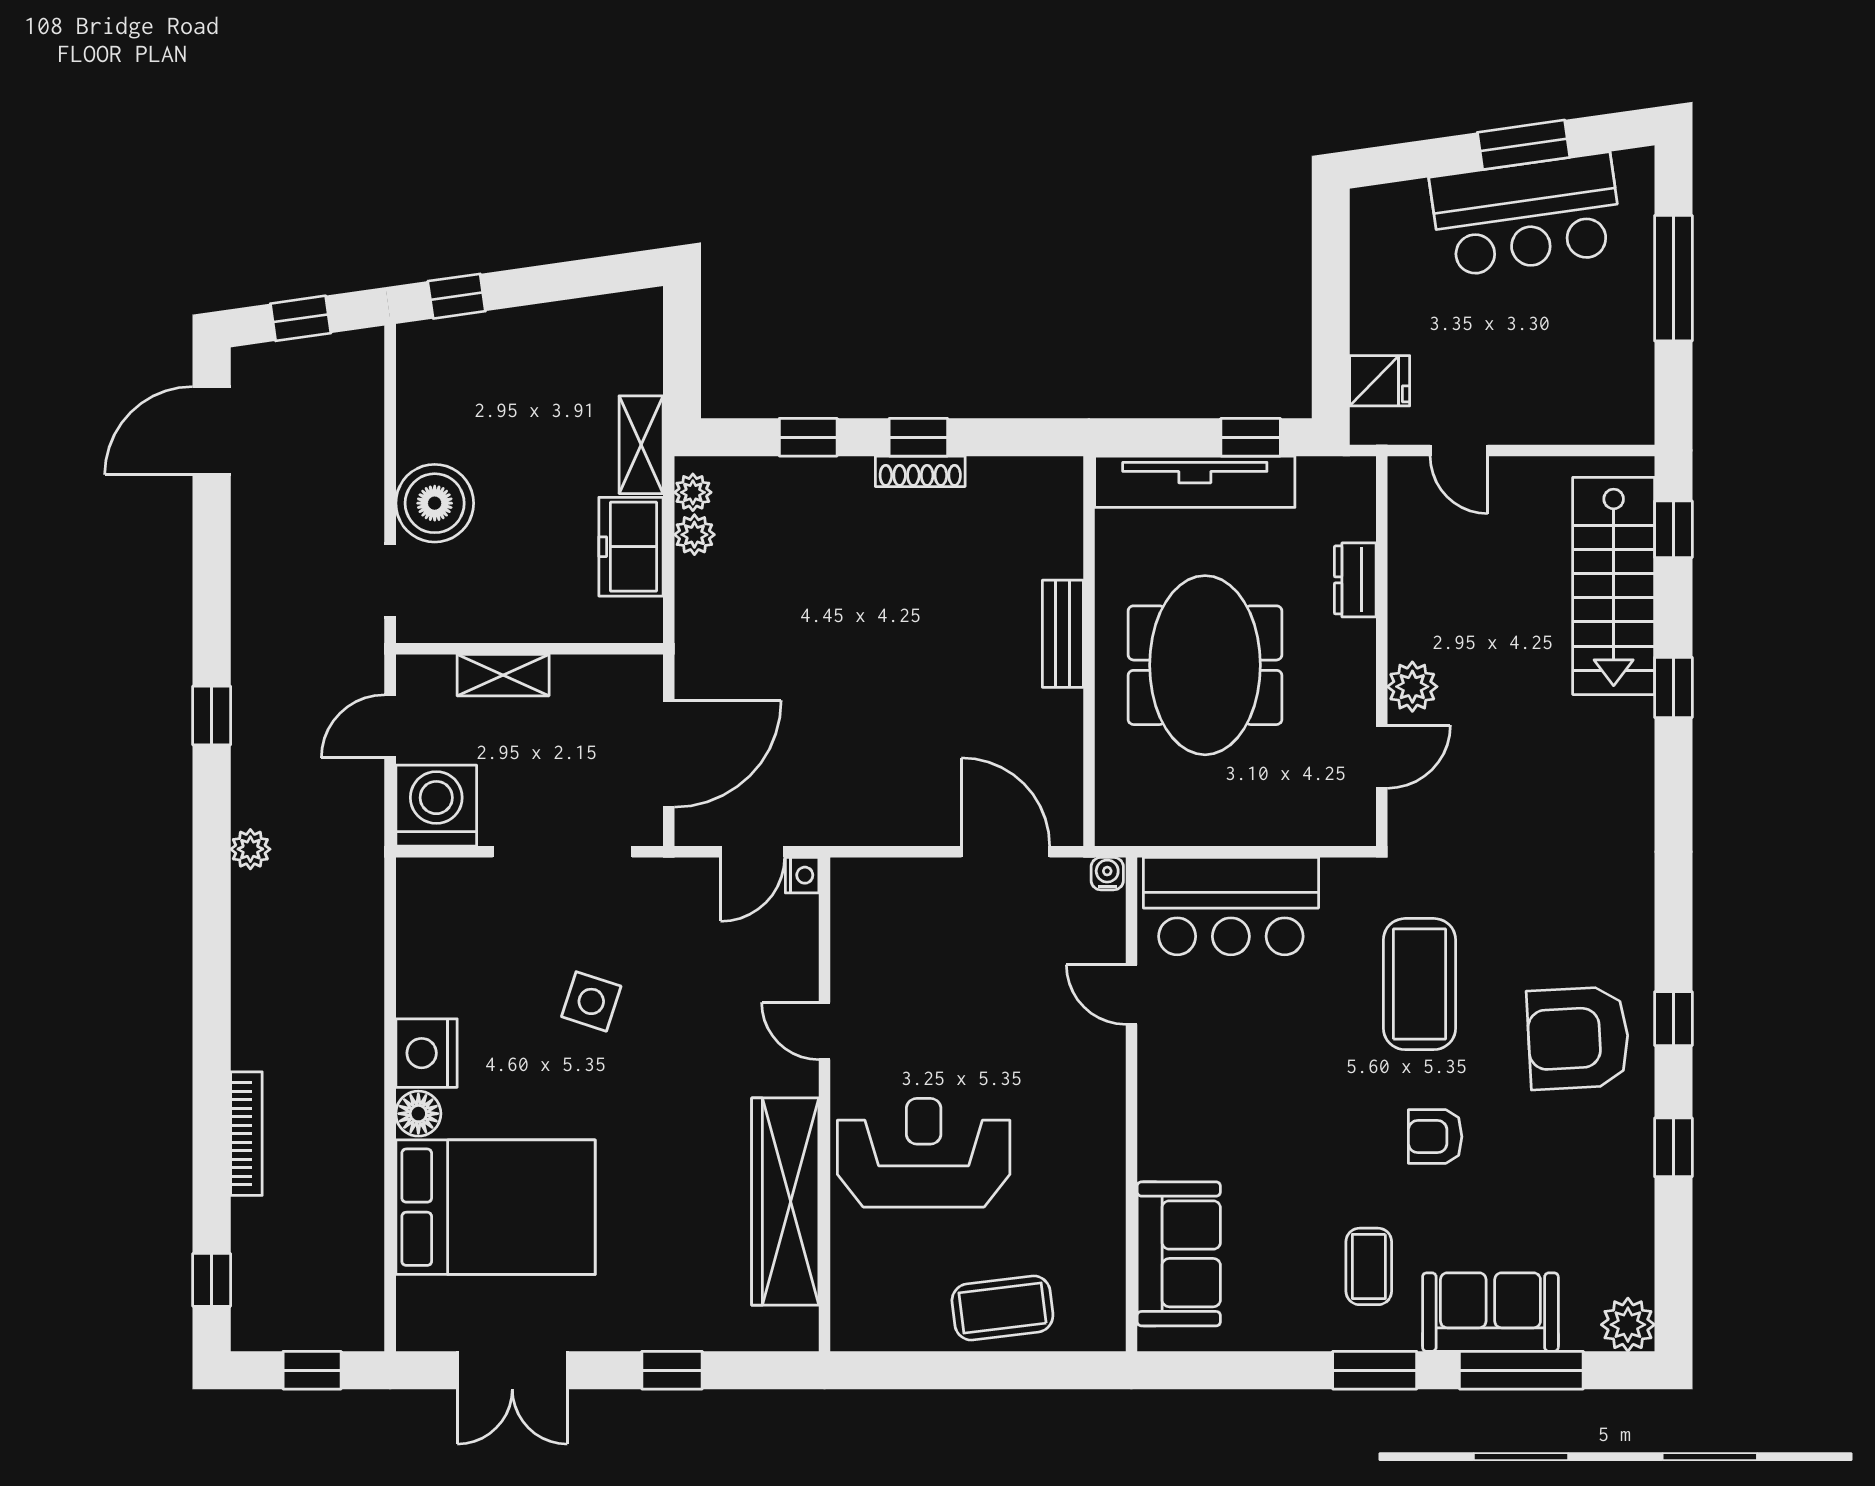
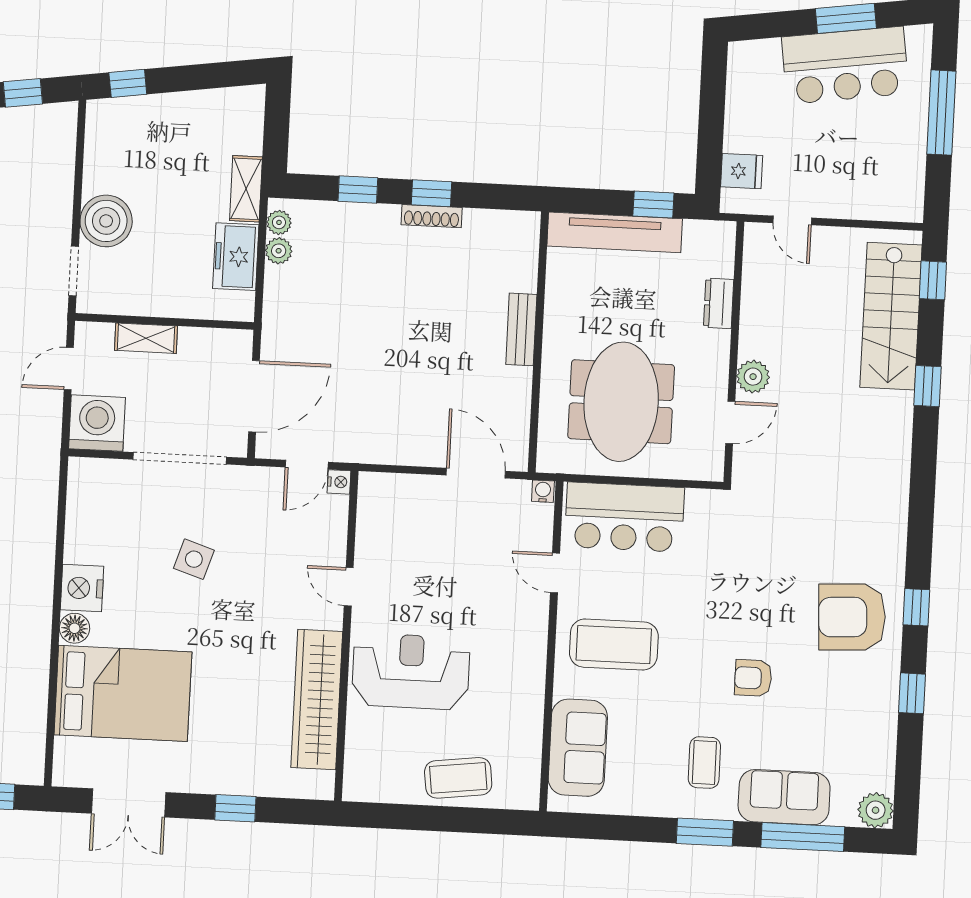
meeting table: (1205, 665) -> (621, 402), moved
coffee table: (1419, 984) -> (614, 645), moved, turned 90

